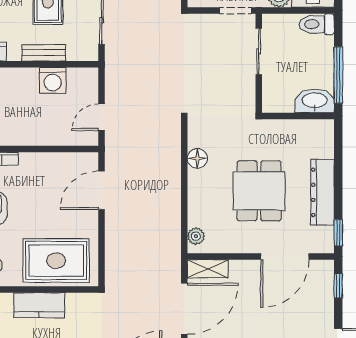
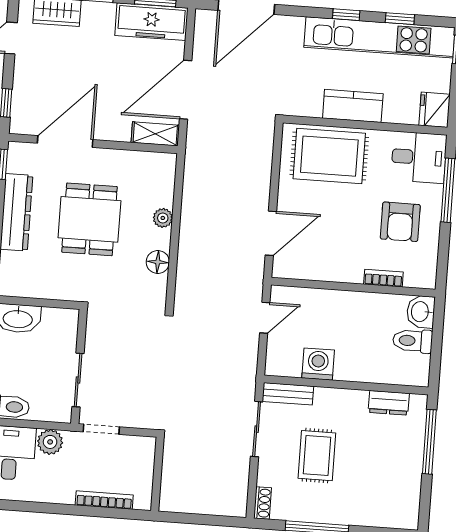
bench: (44, 53) -> (288, 394), moved
plant: (196, 236) -> (163, 218), moved

